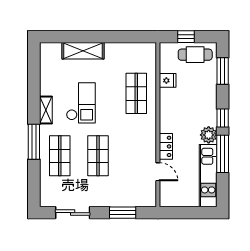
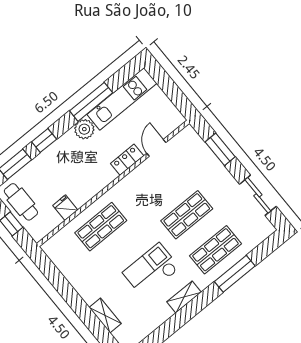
shelving: (83, 51) -> (105, 316), width x0.67, depth x0.75
window: (223, 118) -> (44, 141), moved
window: (34, 142) -> (235, 274), moved

